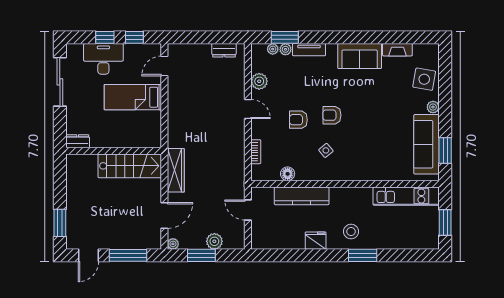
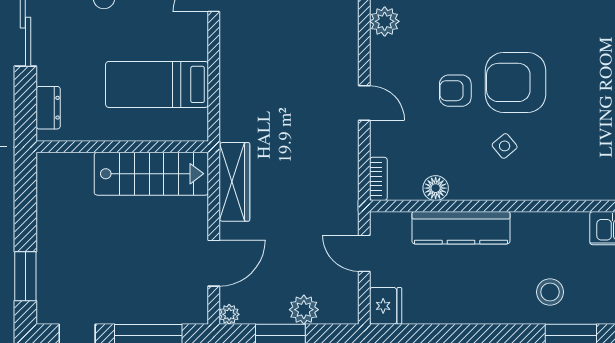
bed: (133, 97) -> (157, 84), moved
door: (248, 109) -> (364, 103), moved
armchair: (332, 115) -> (516, 82), width x1.88, depth x1.88
dresser: (78, 141) -> (48, 108), moved, turned 90
bookcase: (256, 152) -> (378, 179), moved
fridge: (316, 241) -> (386, 306), moved, turned 90

